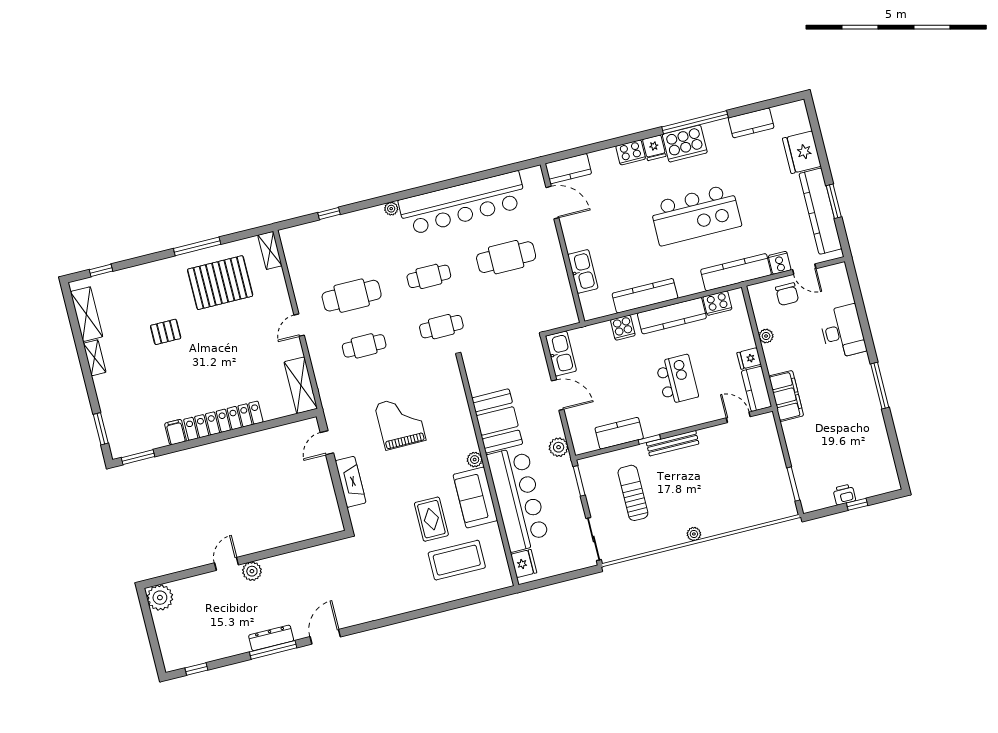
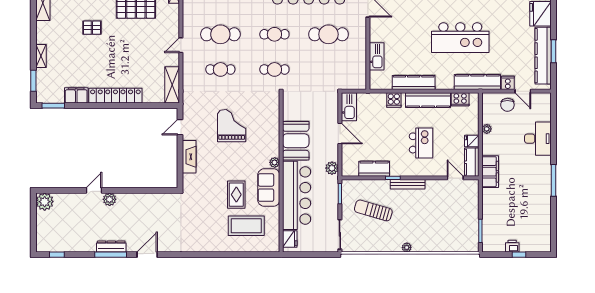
shelving: (95, 358) -> (41, 56), moved
filing cabinet: (176, 432) -> (76, 95), width x2.00
sun lounger: (633, 493) -> (373, 210), turned -74

